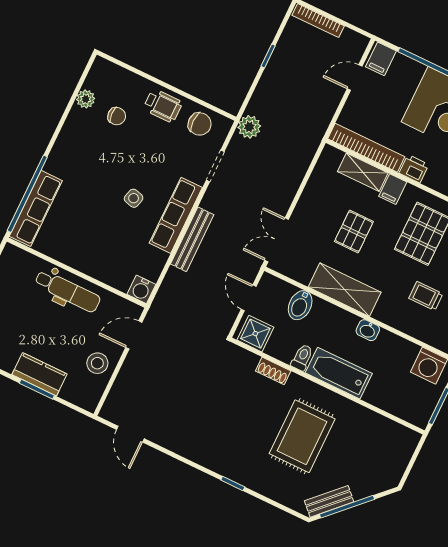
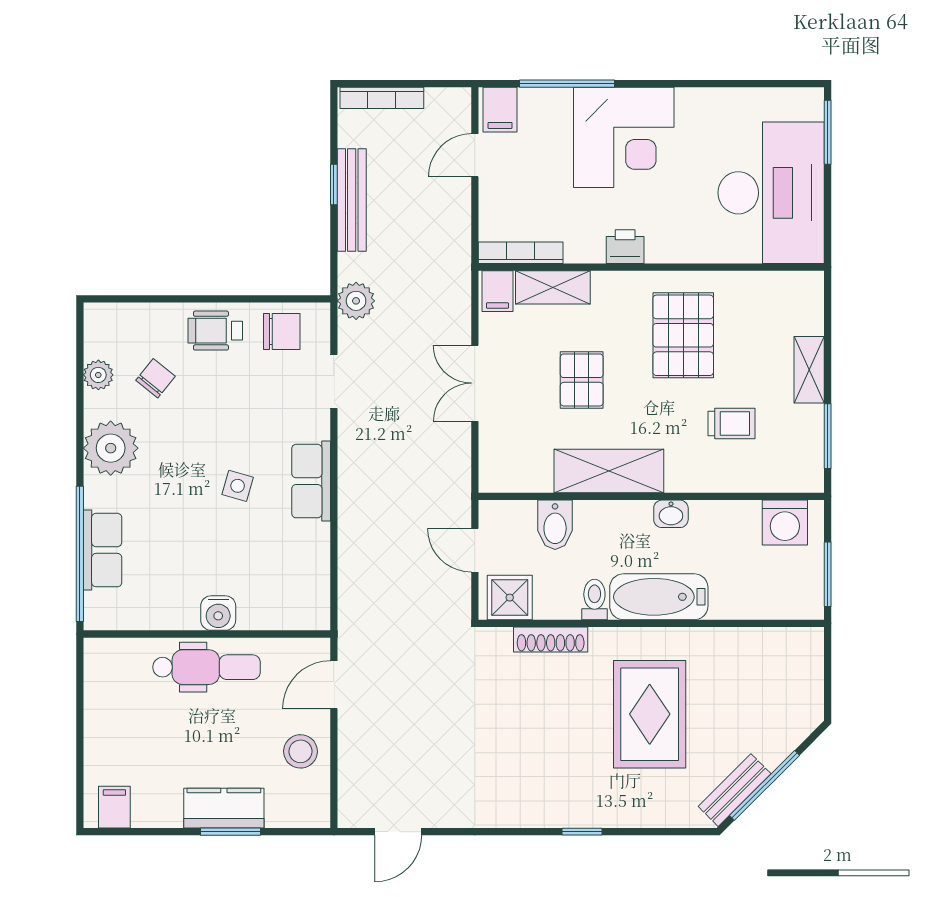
wheelchair: (163, 106) -> (215, 331), turned 180
chair: (117, 116) -> (156, 378), turned -49
plant: (73, 143) -> (111, 448), added
bookcase: (366, 148) -> (521, 253), width x0.68, depth x0.76
filing cabinet: (393, 189) -> (497, 291), moved
row of seats: (36, 208) -> (102, 550), width x0.68
row of seats: (176, 215) -> (311, 481), width x0.68
bench: (192, 239) -> (352, 200), moved
double door: (277, 240) -> (475, 383), moved
water cooler: (141, 289) -> (218, 613), moved
trolley: (426, 296) -> (732, 423), turned 180
shoe rack: (273, 371) -> (551, 640), width x1.43
door: (130, 434) -> (398, 832), hinge flipped

